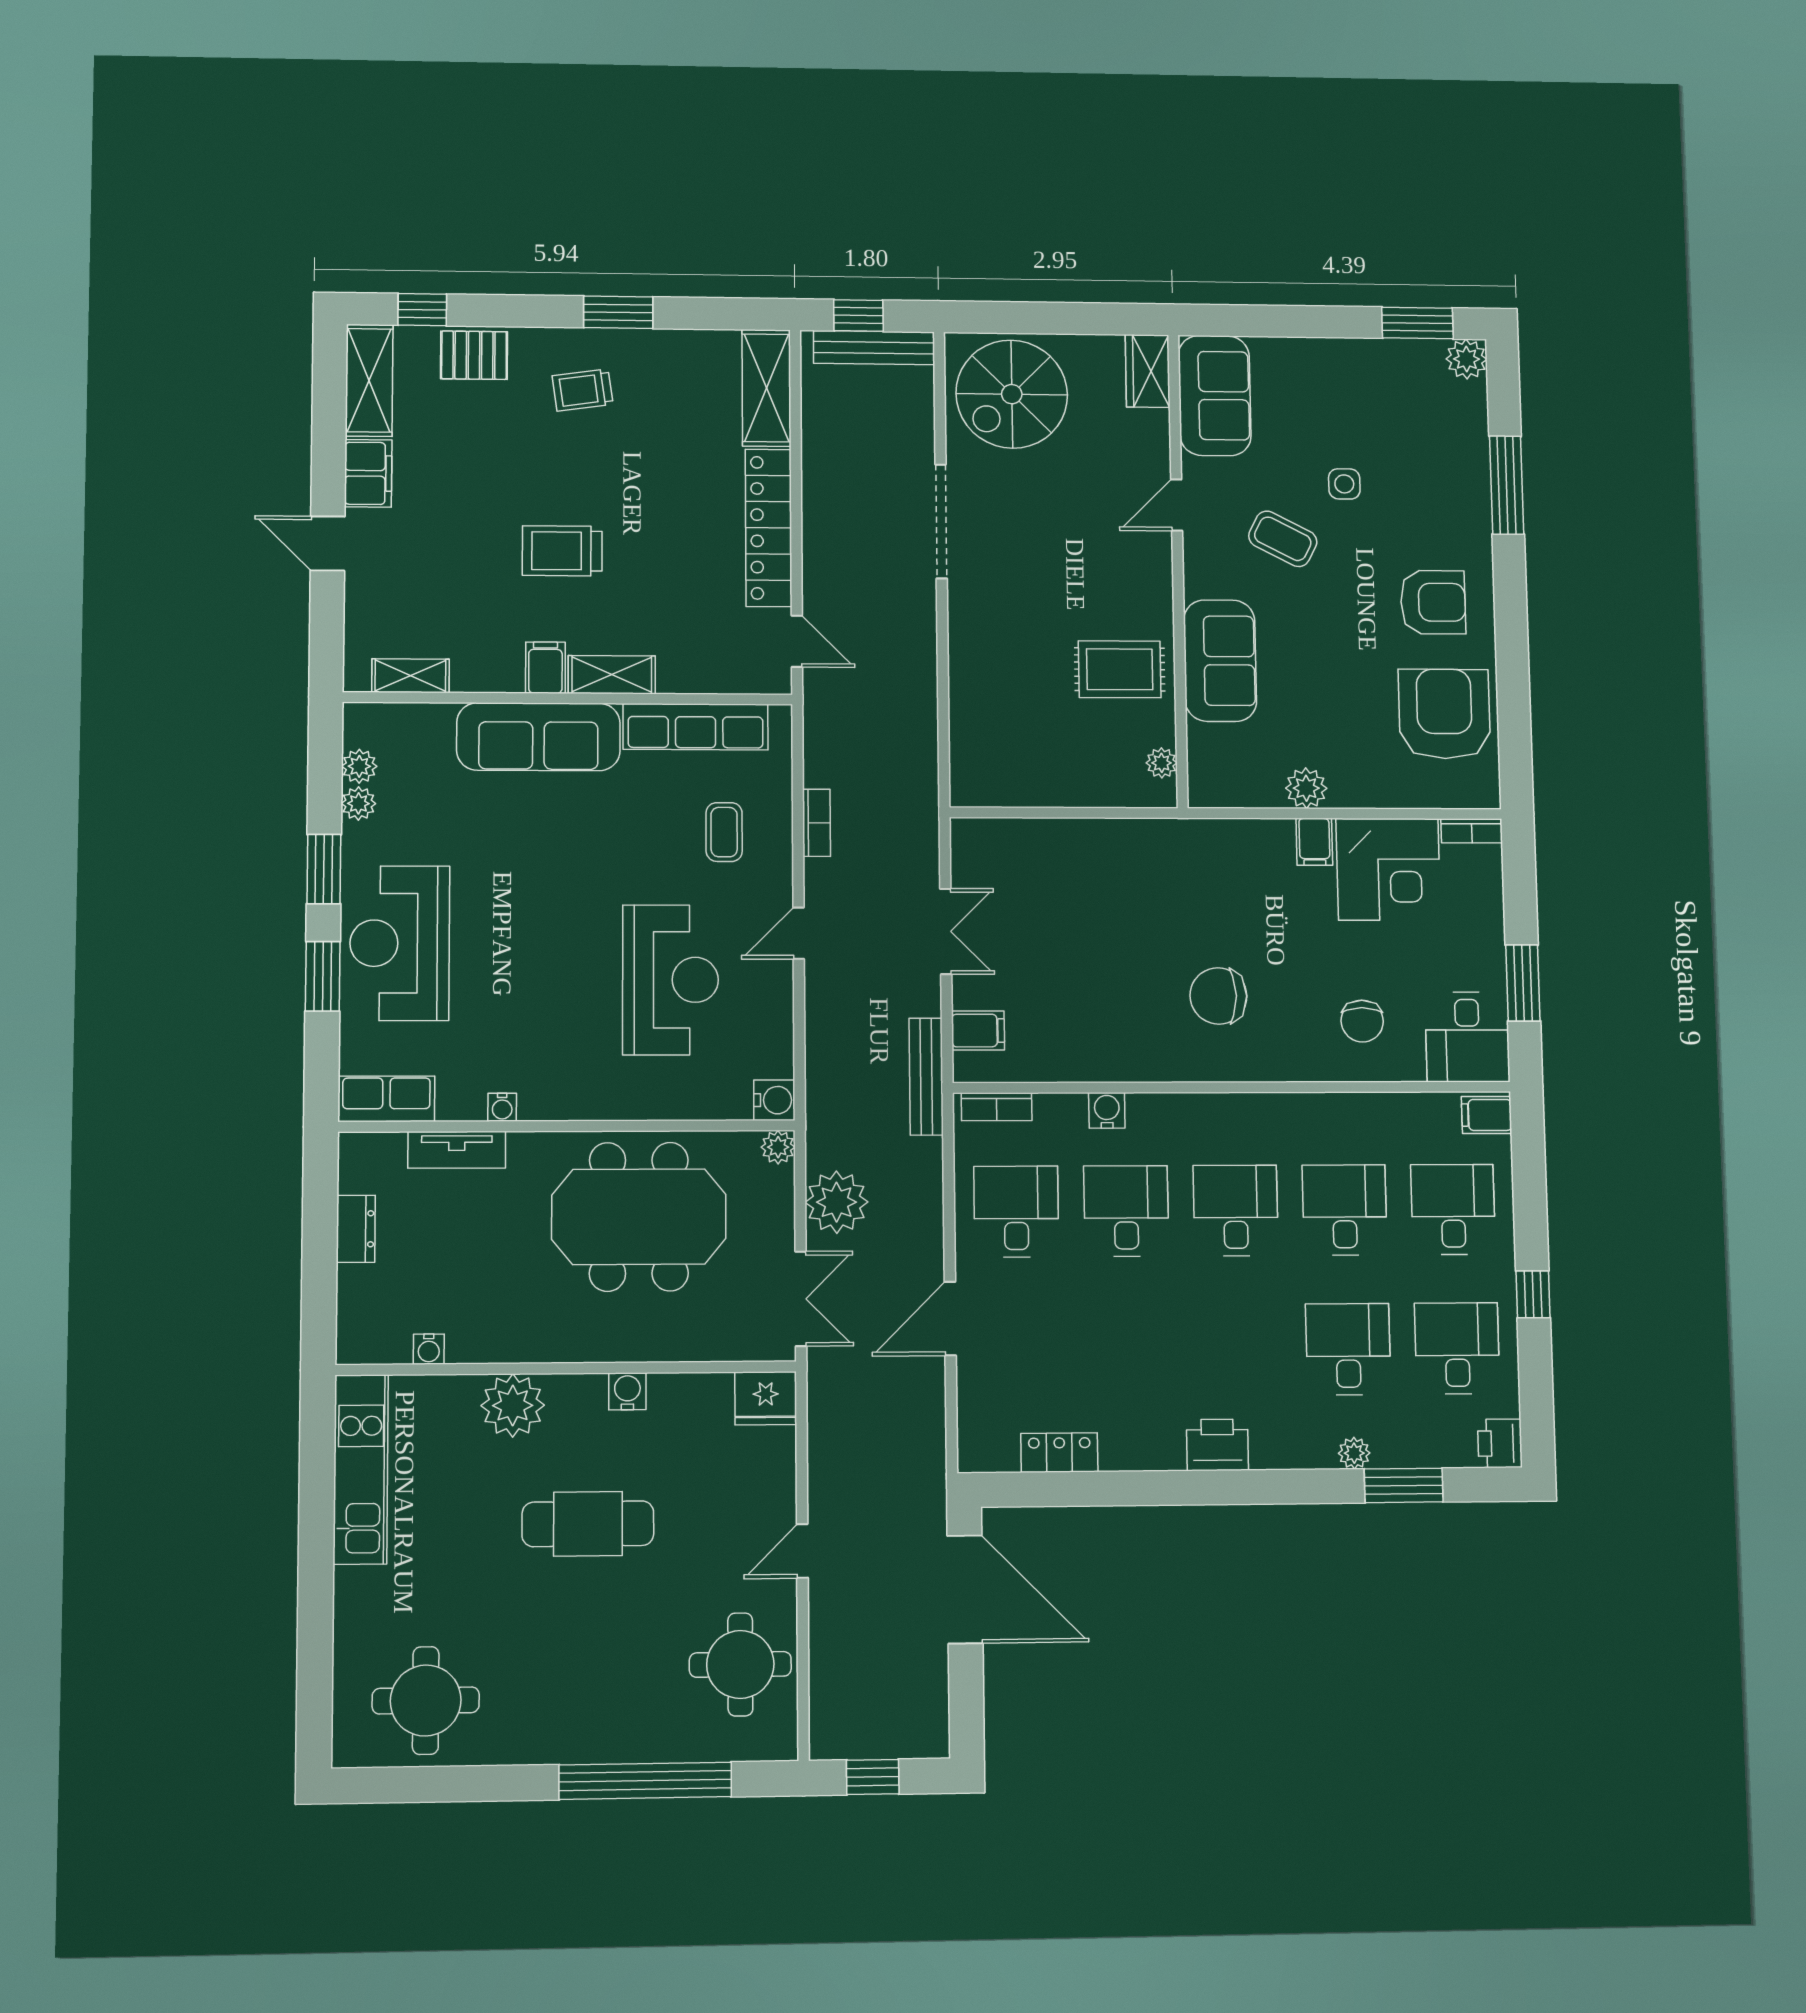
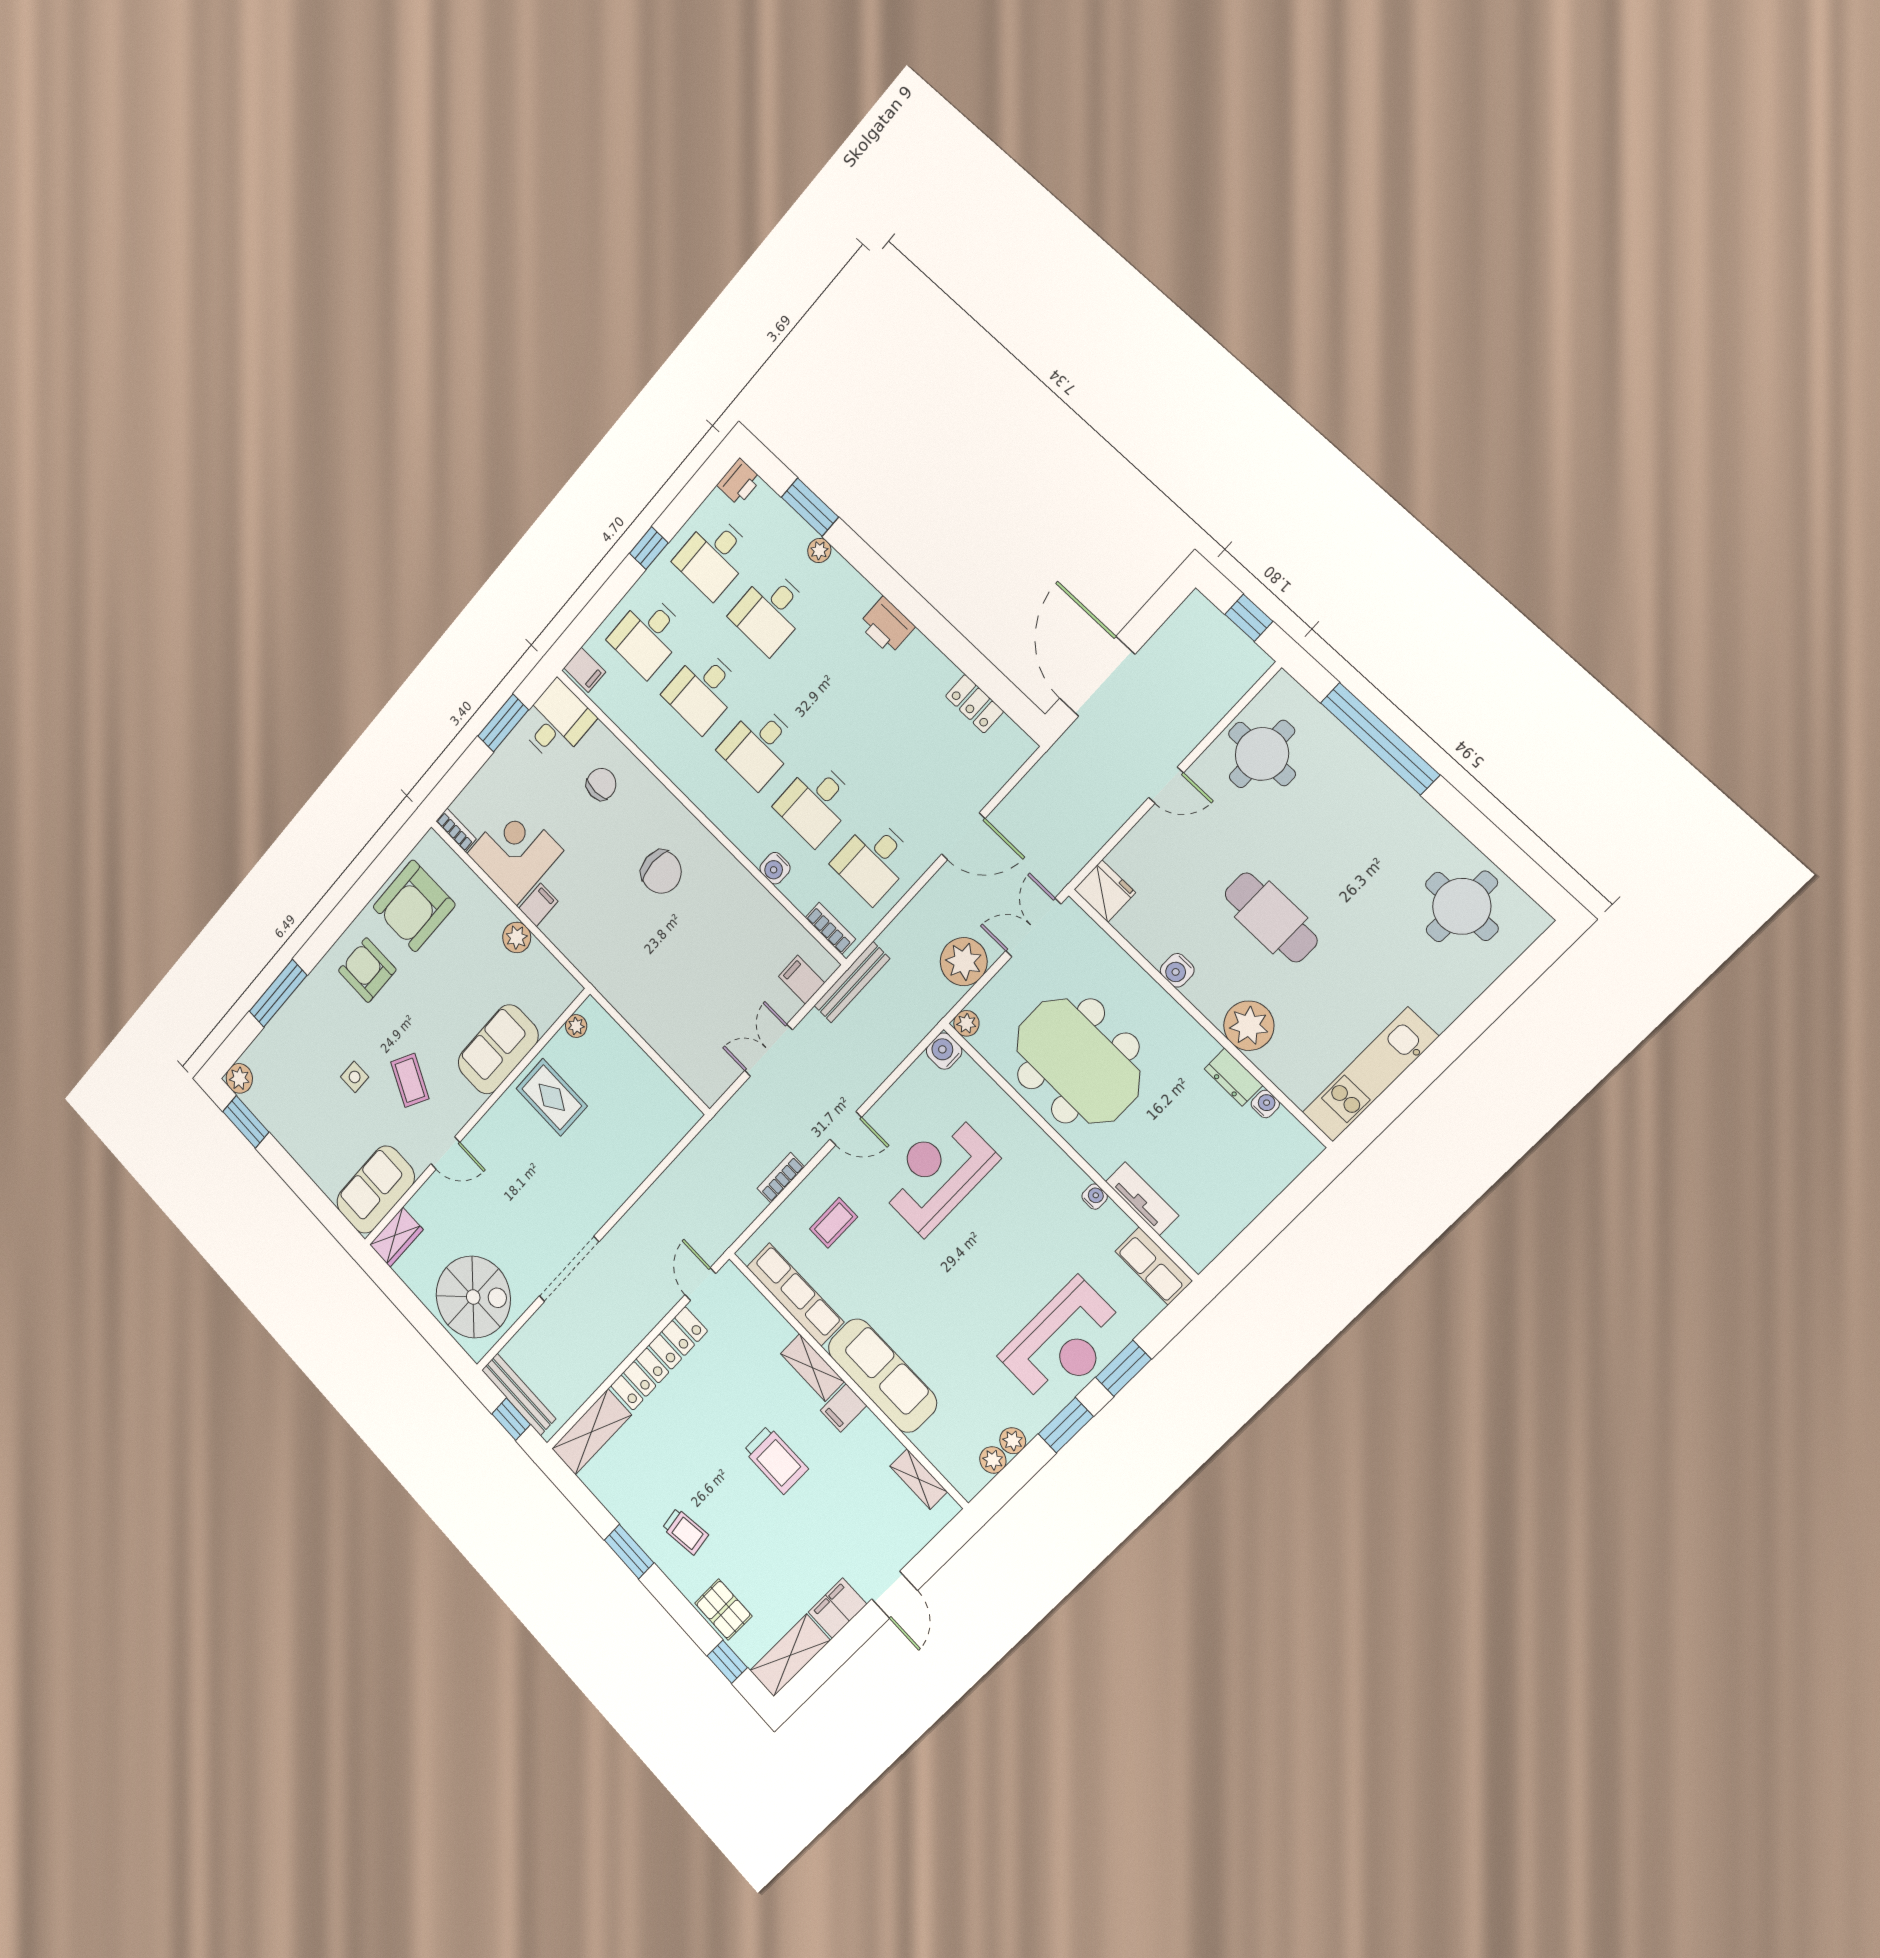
dresser: (356, 1229) -> (1233, 1077), moved, turned -90

